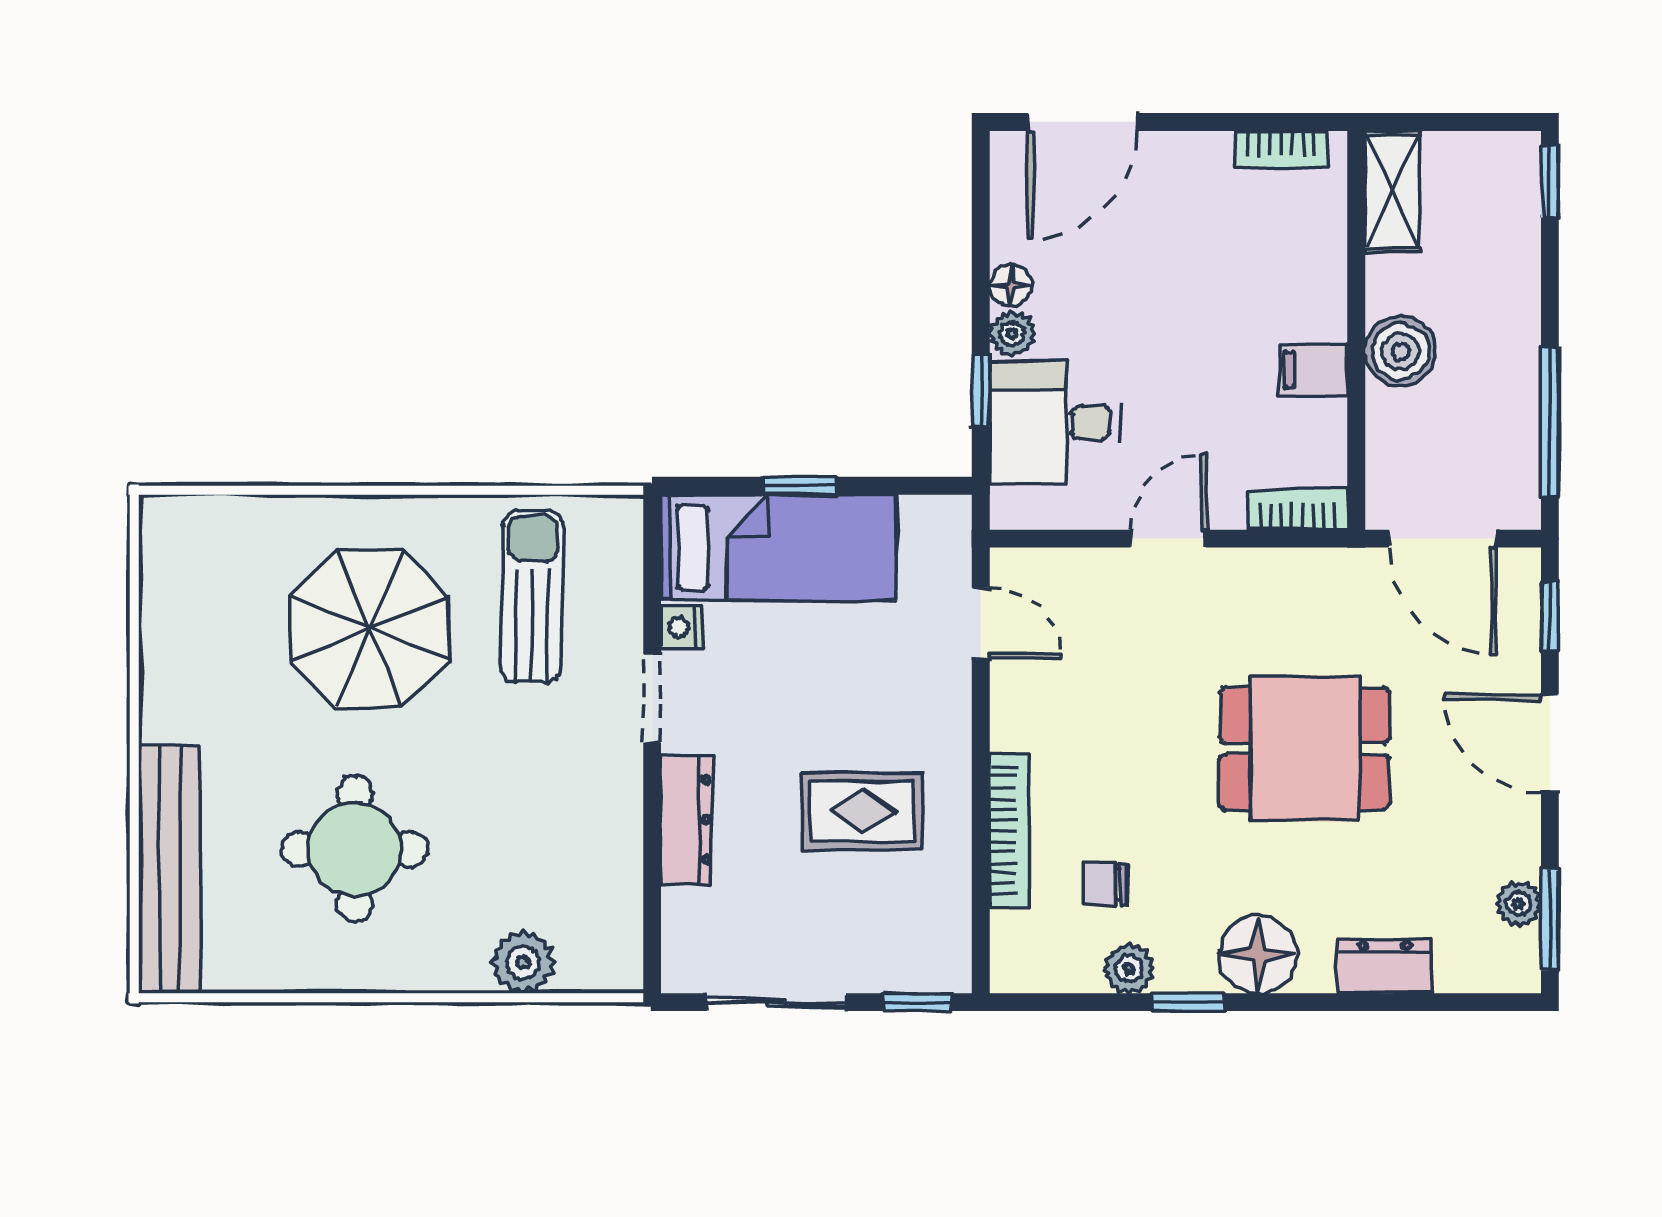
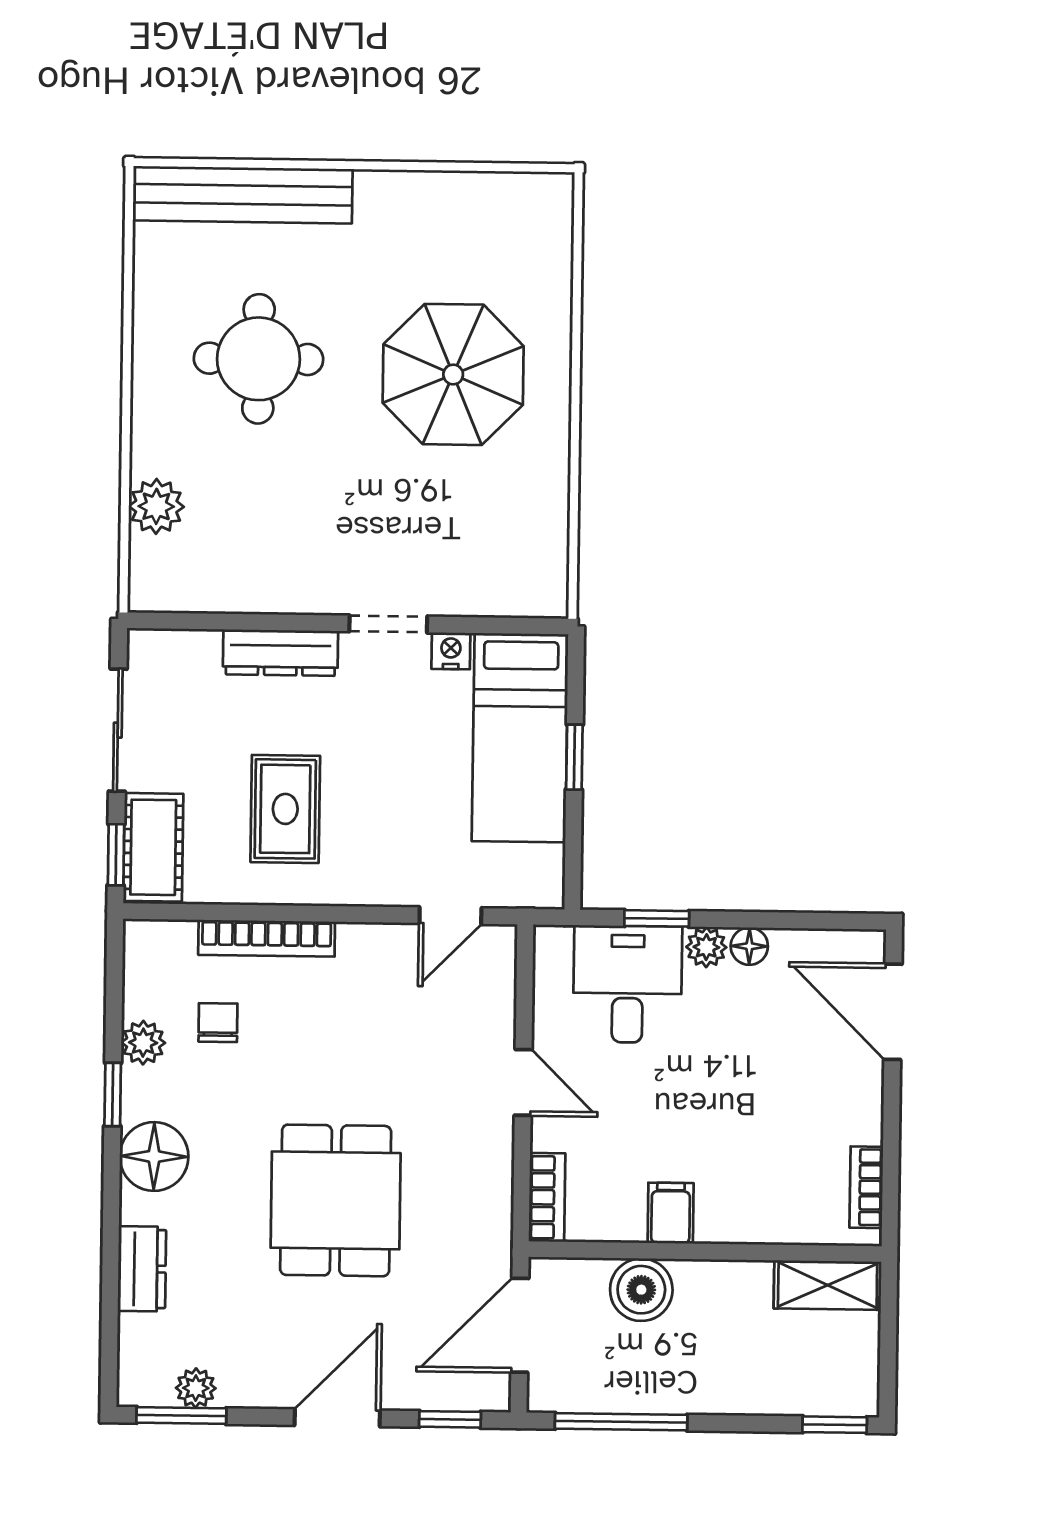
boiler: (1400, 351) -> (641, 1290), moved
sun lounger: (532, 596) -> (480, 519), removed
cot: (908, 960) -> (153, 847), added

